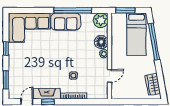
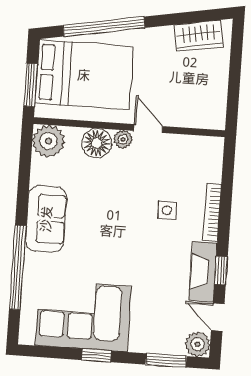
window: (73, 10) -> (18, 267), moved
corner sofa: (29, 28) -> (83, 316), moved, turned -90
bed: (136, 34) -> (84, 75), width x1.50
door: (110, 76) -> (148, 128), moved
plant: (14, 94) -> (198, 344), added

